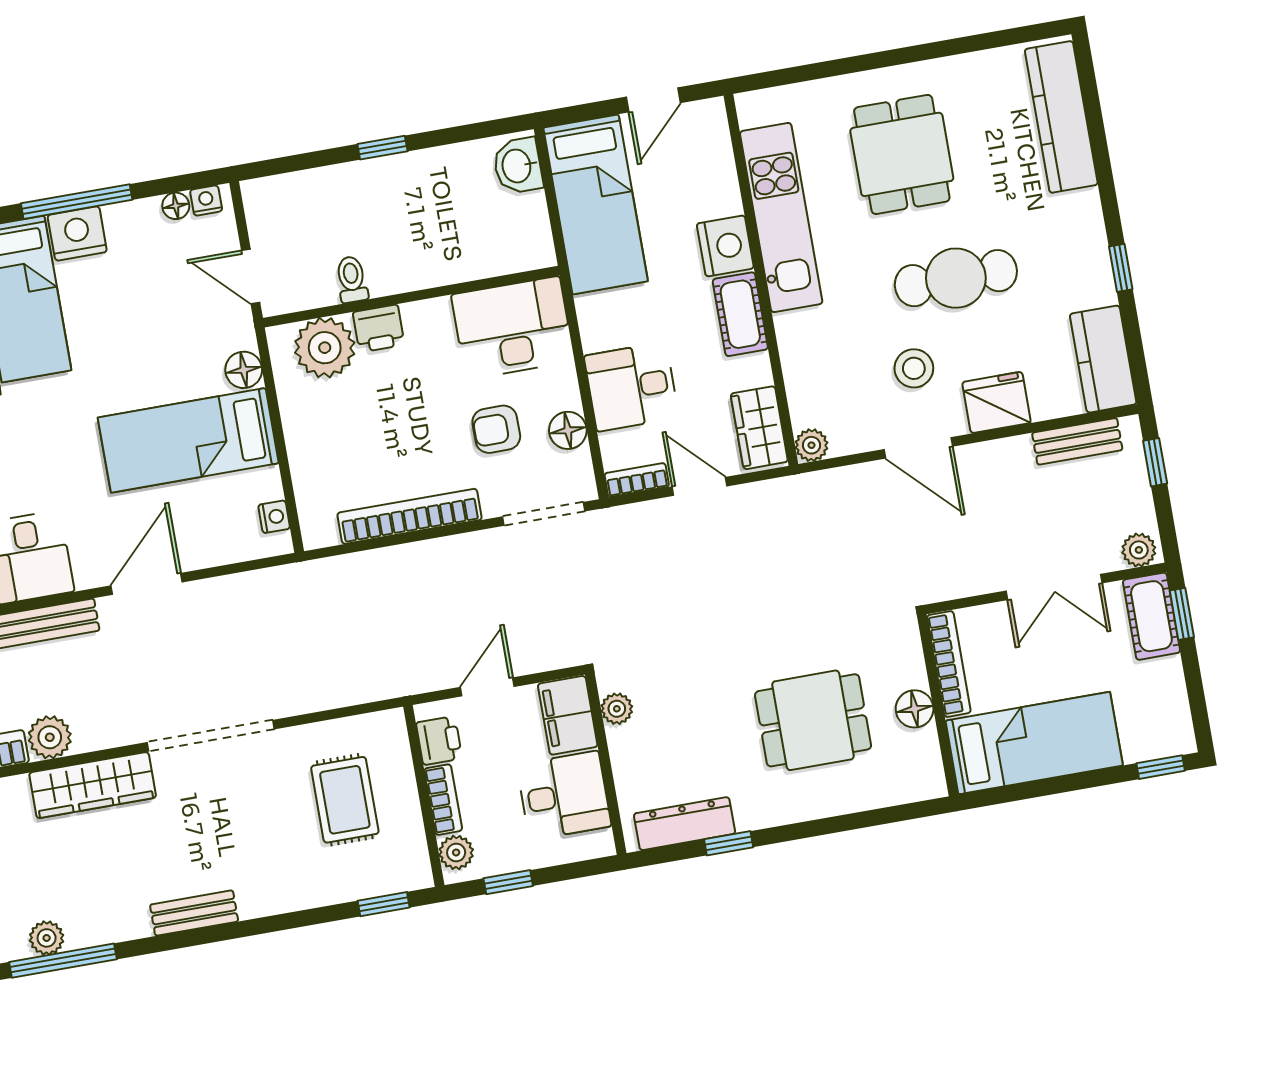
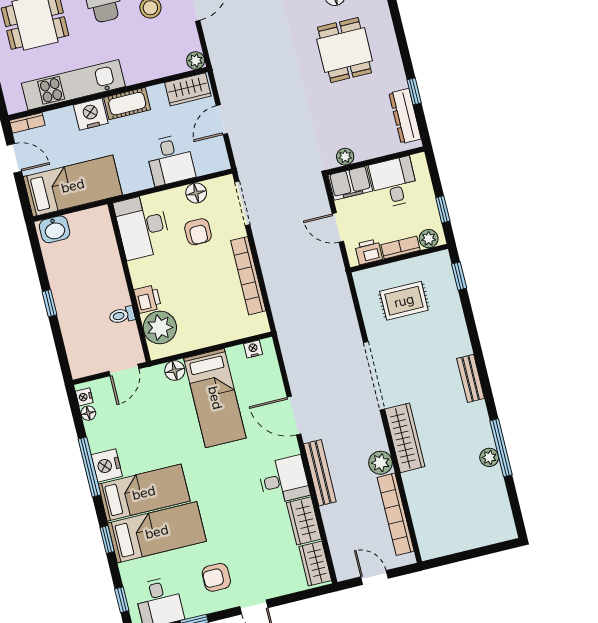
bookcase: (637, 480) -> (27, 123), moved, turned -90

